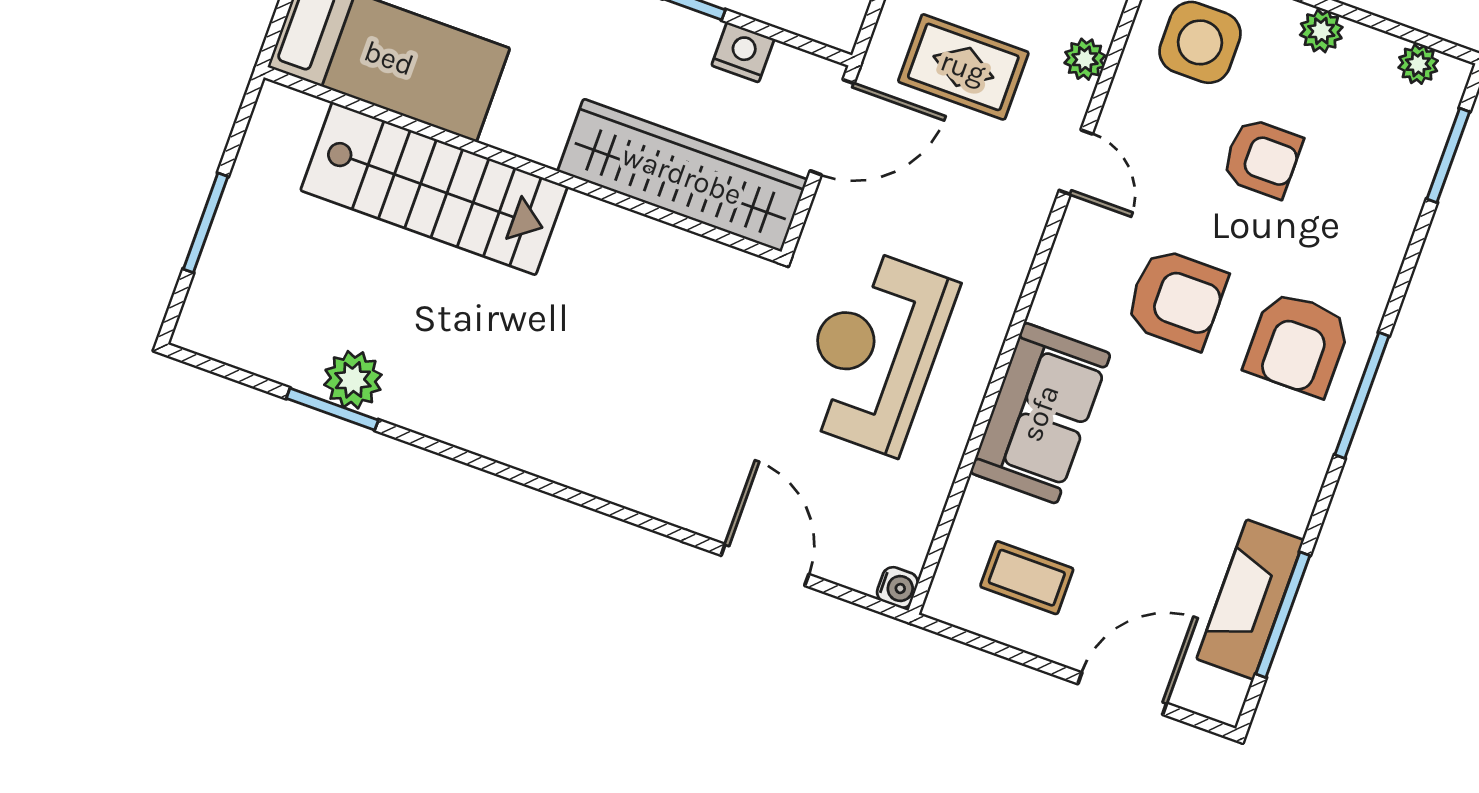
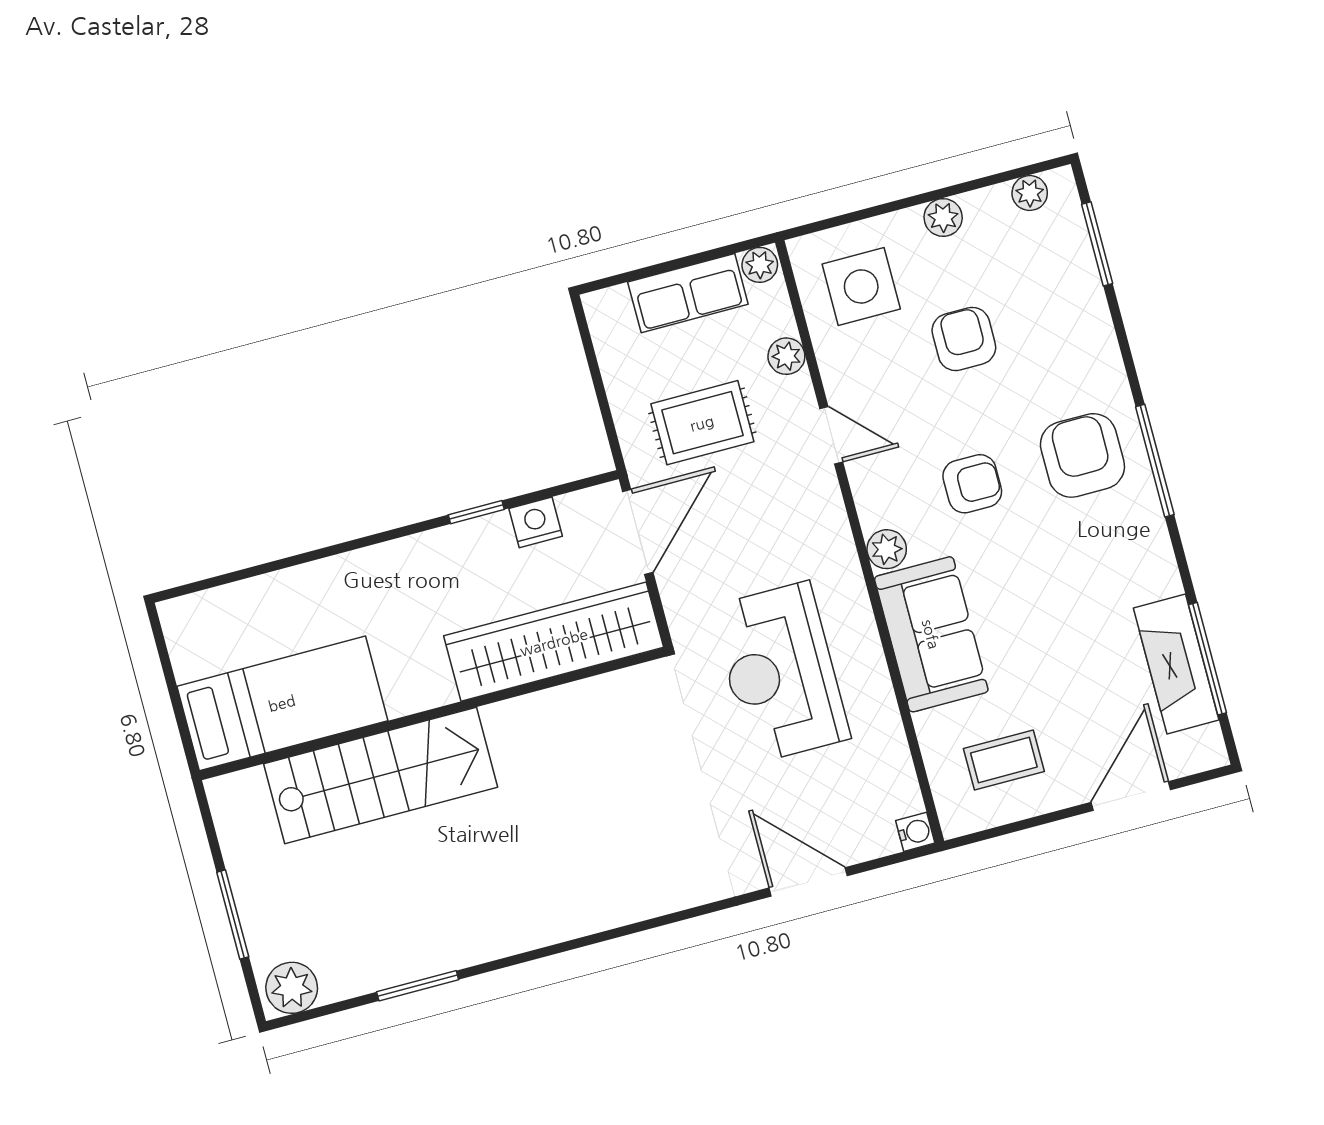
armchair: (1262, 158) -> (964, 339), turned -90
armchair: (1176, 299) -> (972, 484), width x0.72, depth x0.72
plant: (1054, 305) -> (887, 549), added
armchair: (1298, 344) -> (1082, 455), turned 180
plant: (353, 380) -> (292, 988), moved

